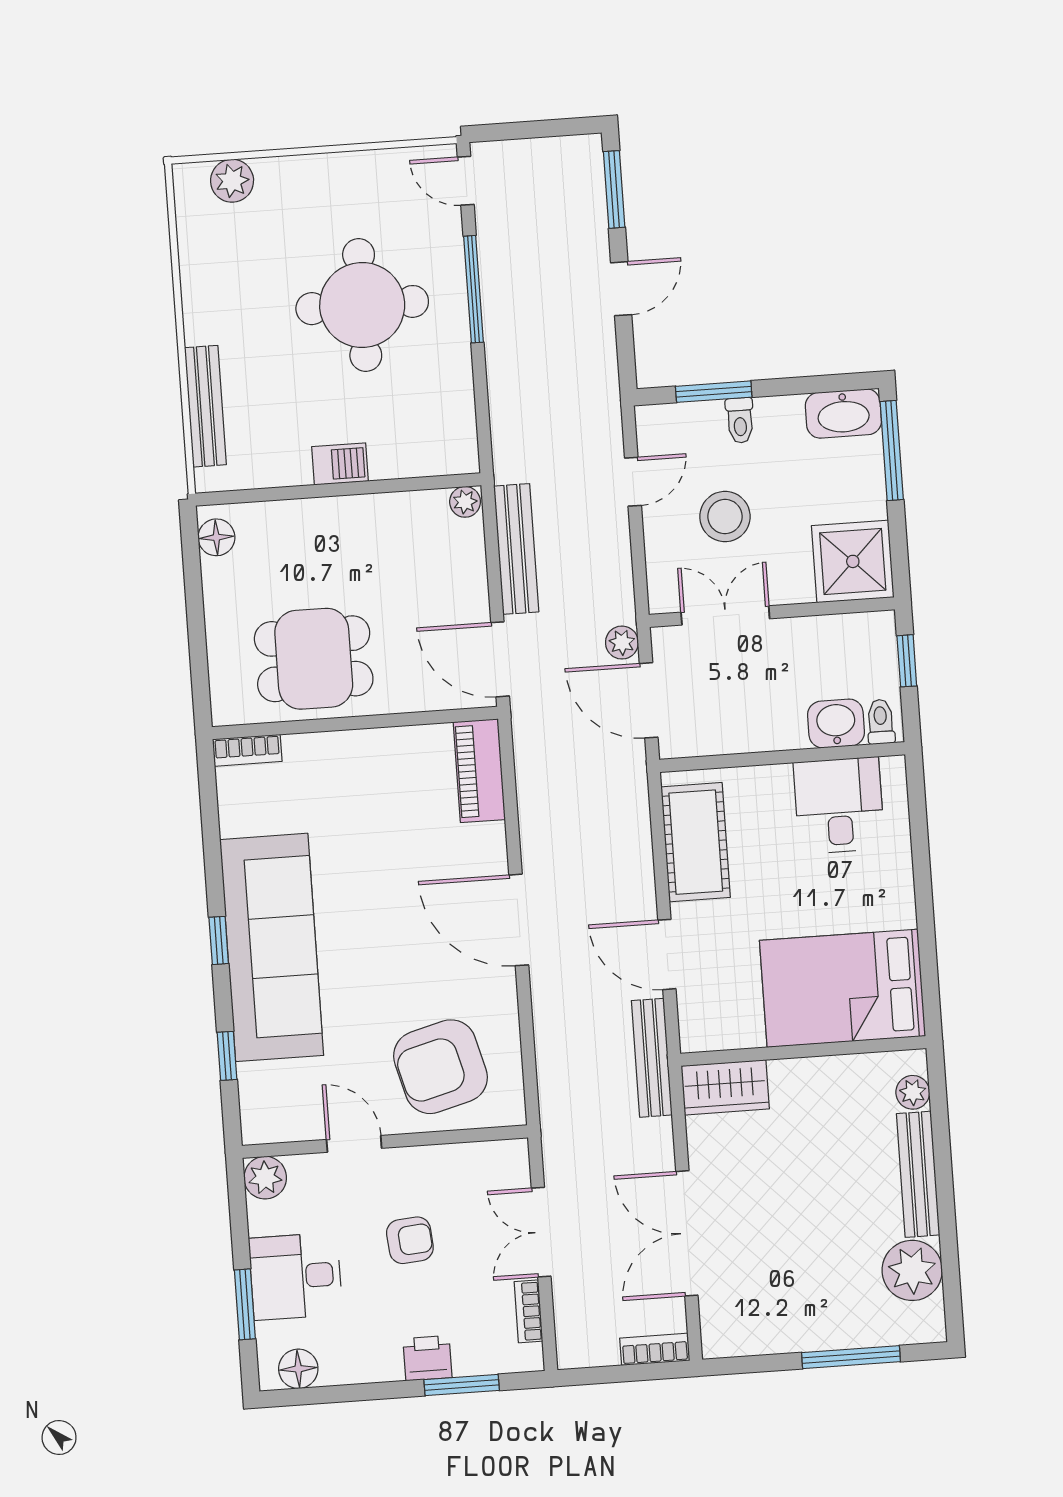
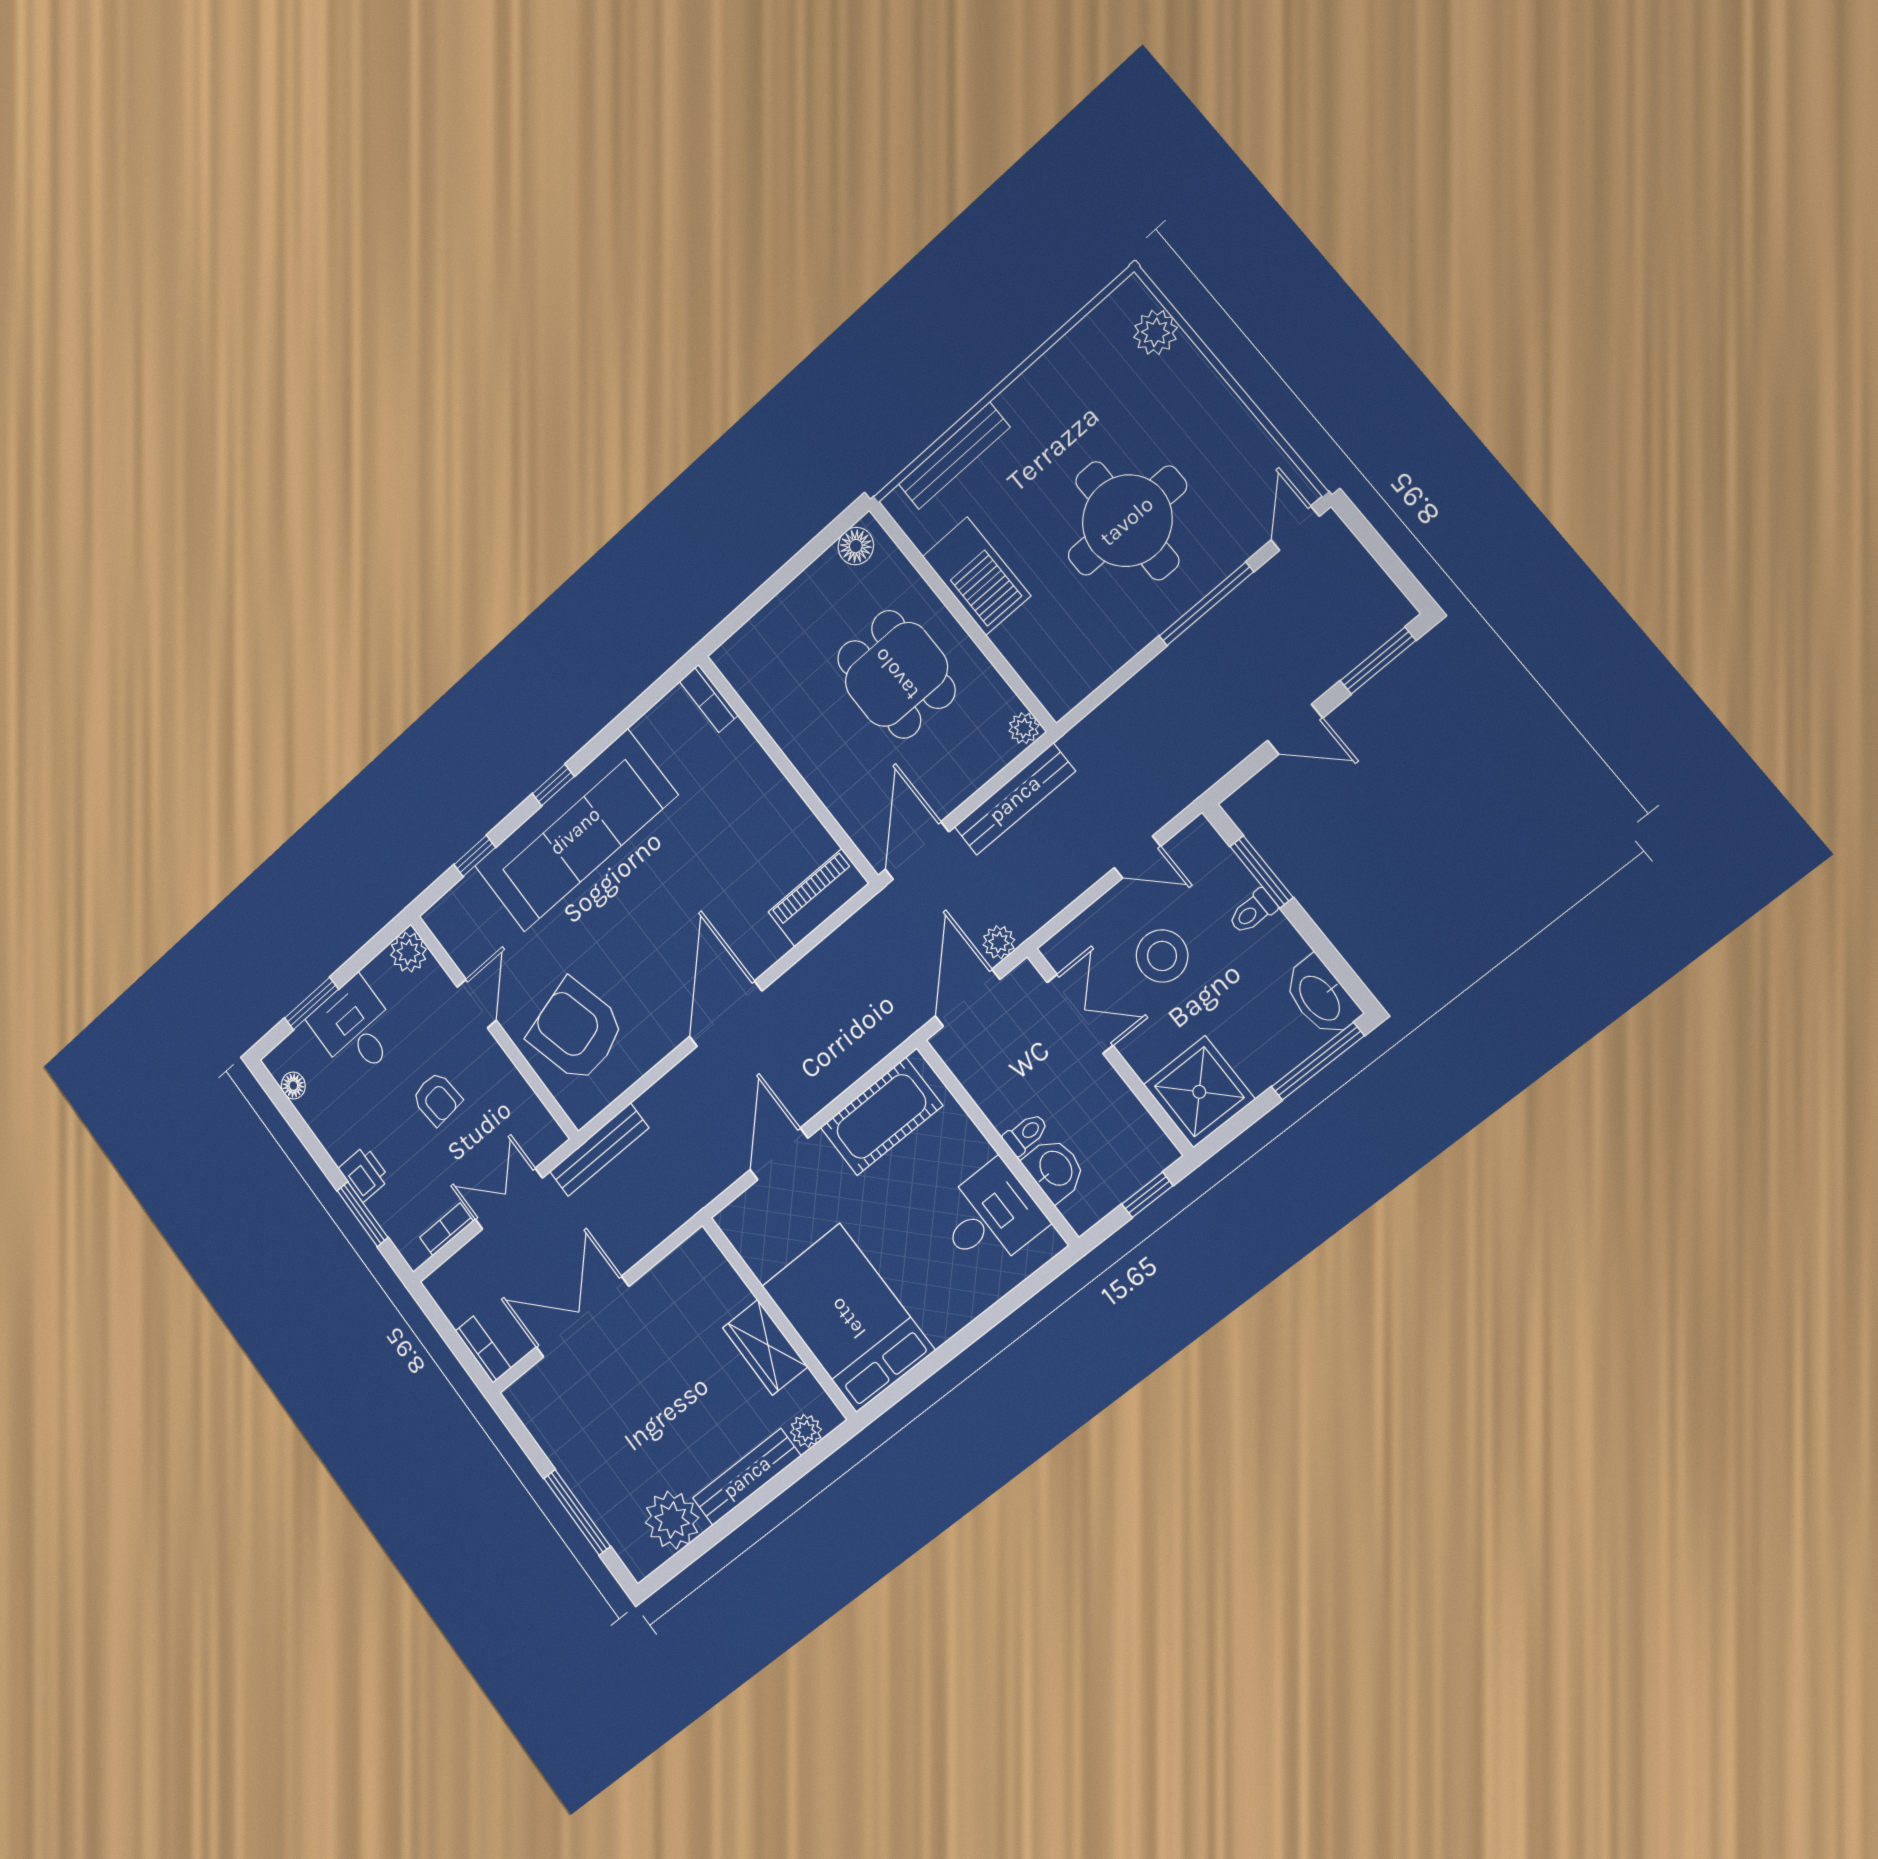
barbecue: (340, 464) -> (976, 576), width x1.88, depth x1.53
dining table: (314, 659) -> (896, 674), moved
toilet: (881, 722) -> (1026, 1134), moved
bench: (652, 1058) -> (599, 1150), moved
wardrobe: (725, 1087) -> (765, 1347), moved
floor lamp: (298, 1369) -> (293, 1086), width x0.73, depth x0.73

